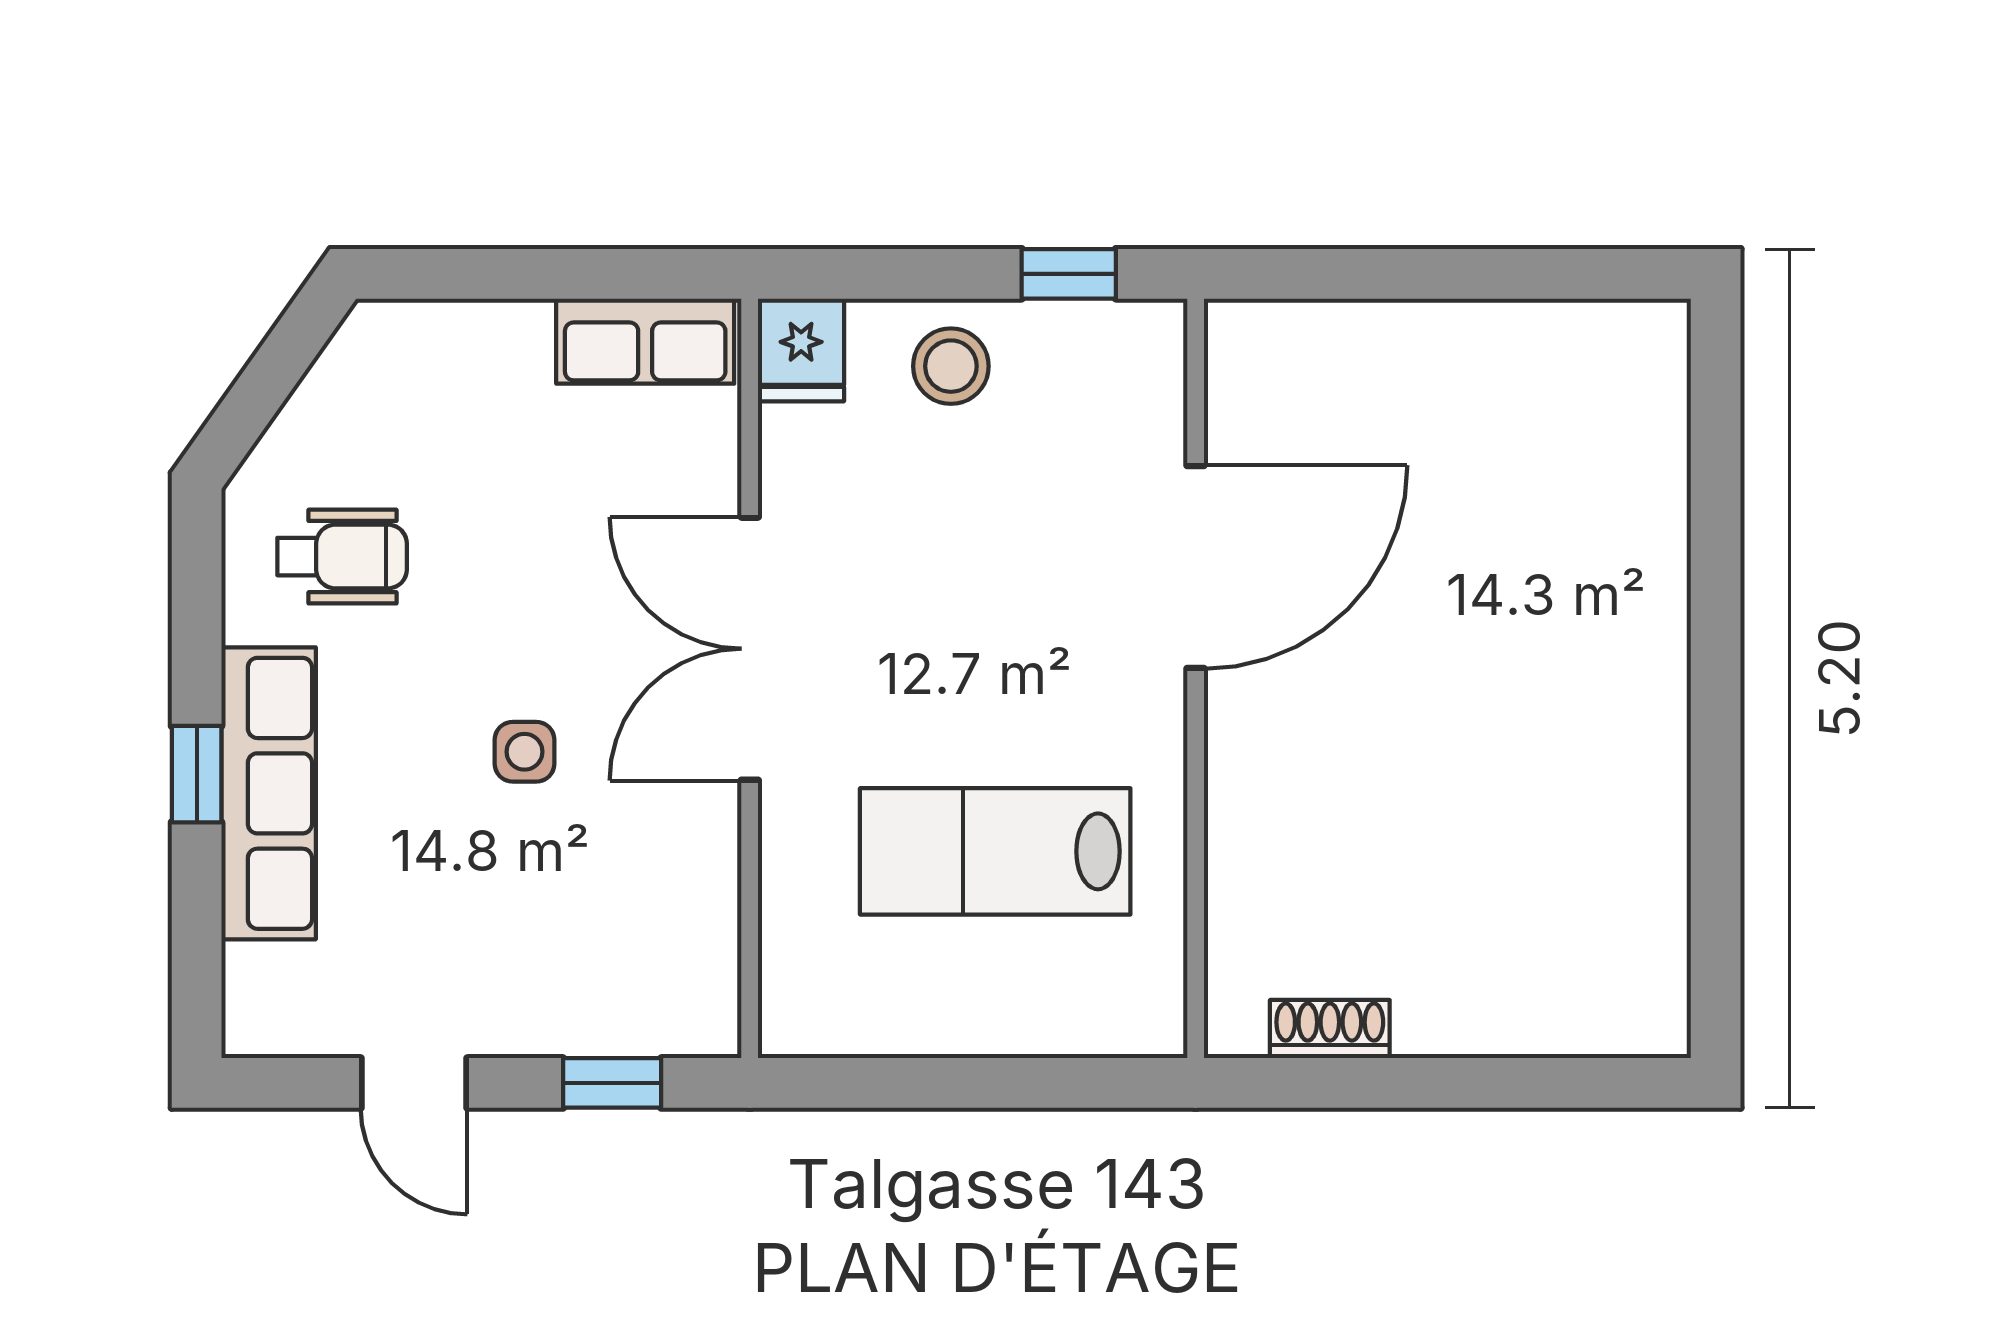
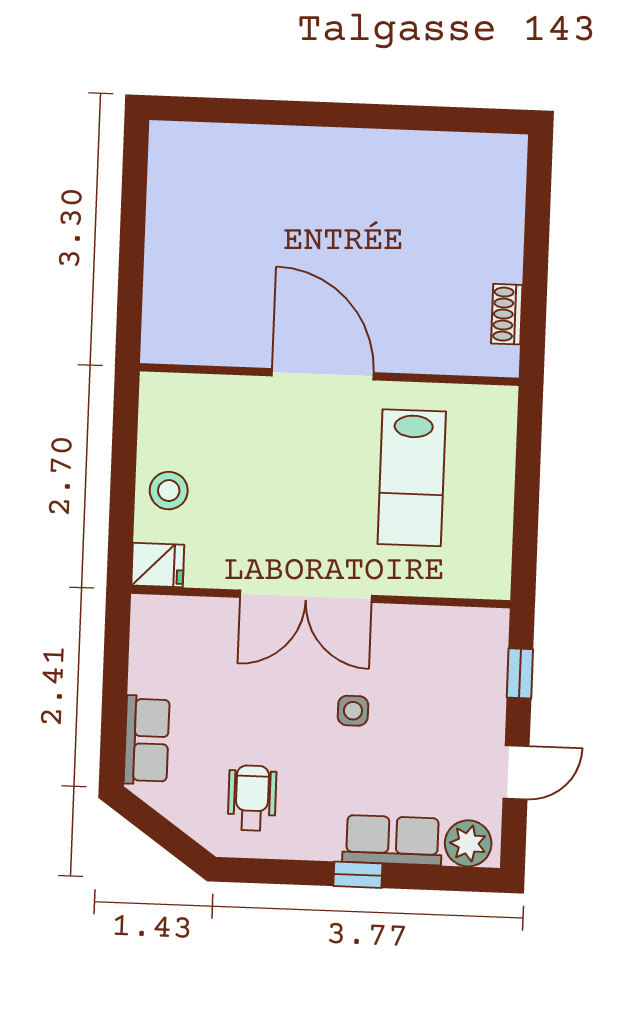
window: (1069, 274) -> (125, 430), removed
row of seats: (645, 341) -> (147, 740), moved
door: (1196, 567) -> (323, 374), moved
row of seats: (269, 793) -> (392, 840), width x0.68
plant: (268, 992) -> (468, 843), added

